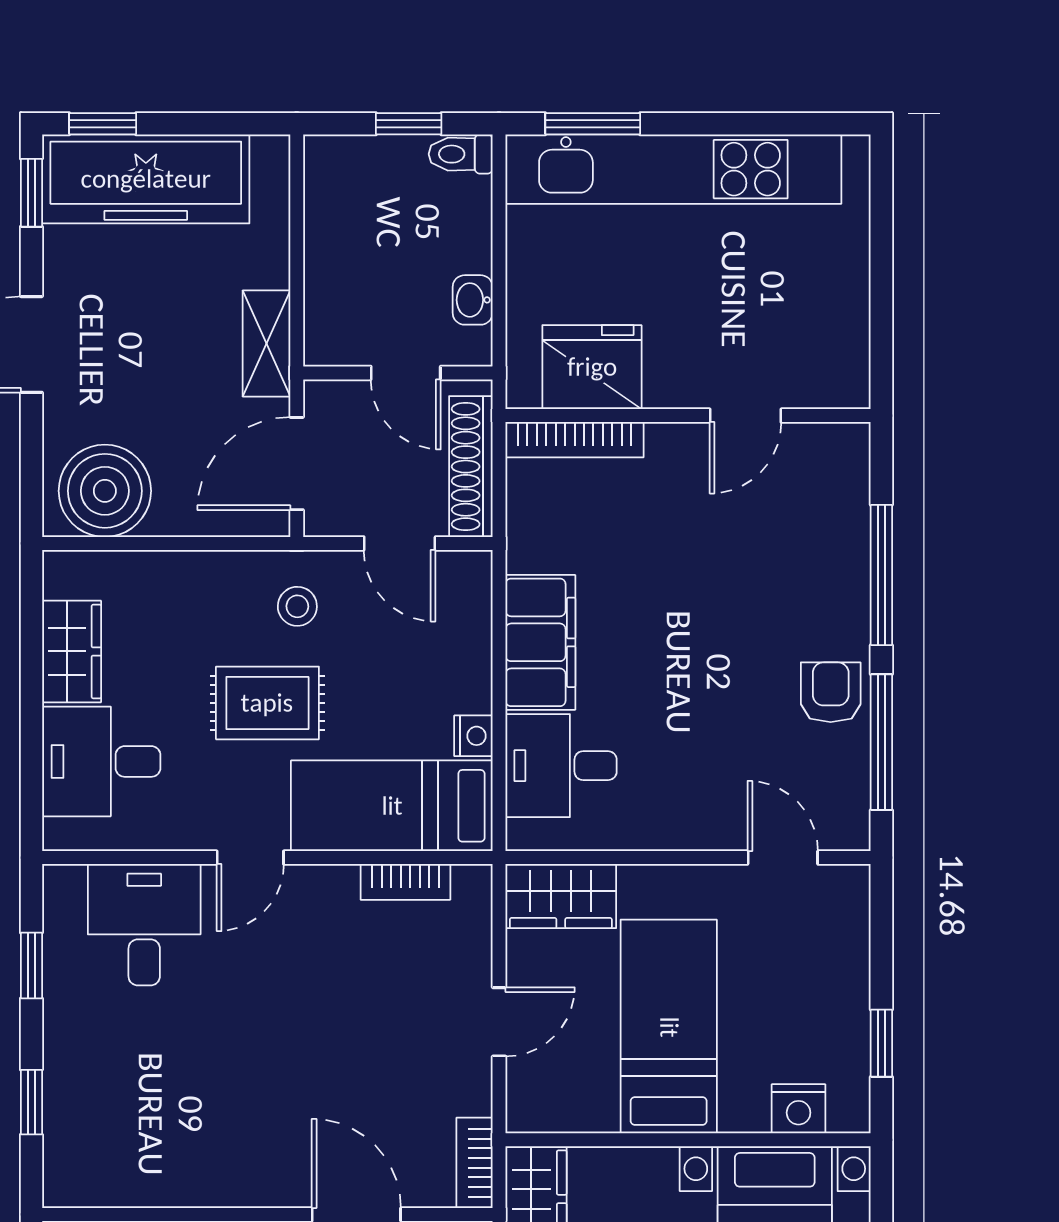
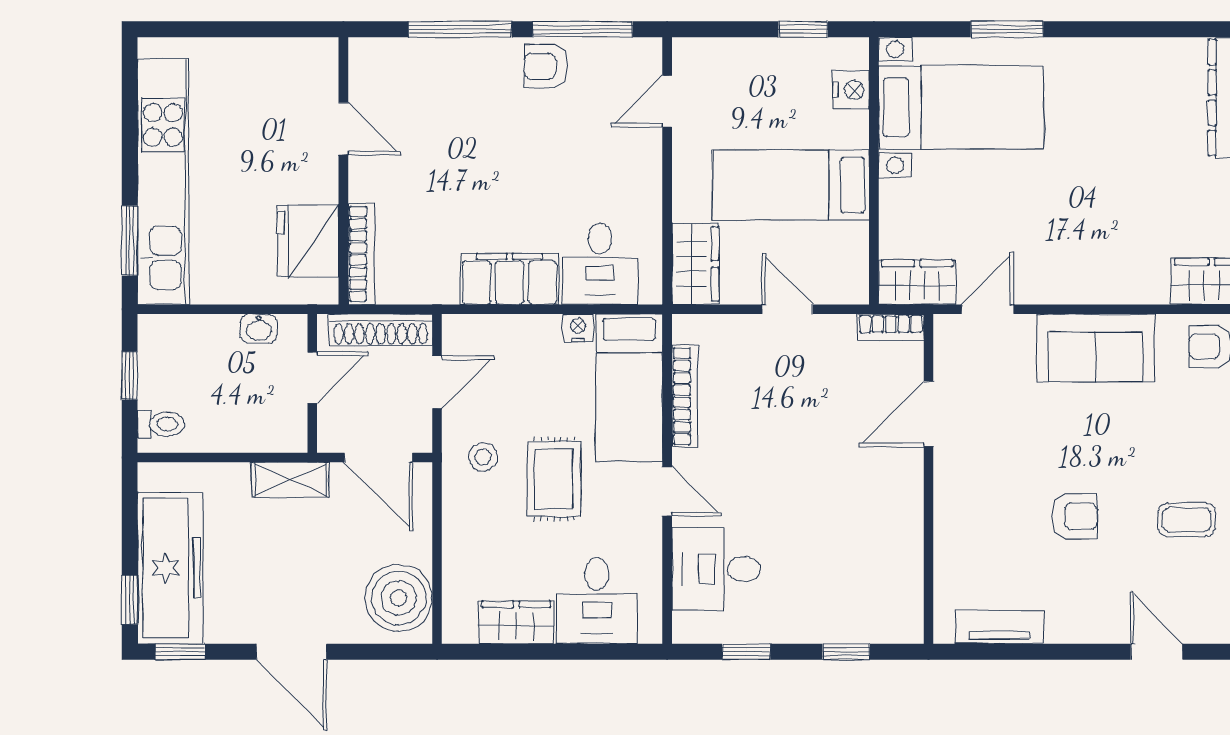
toilet: (461, 154) -> (161, 424), moved, turned -90
bookcase: (405, 882) -> (685, 396), width x1.56

